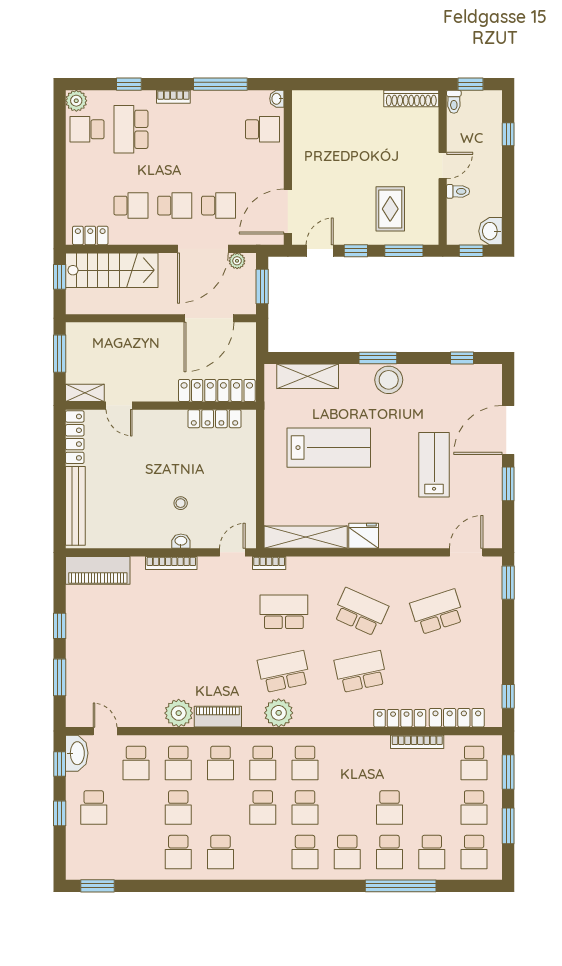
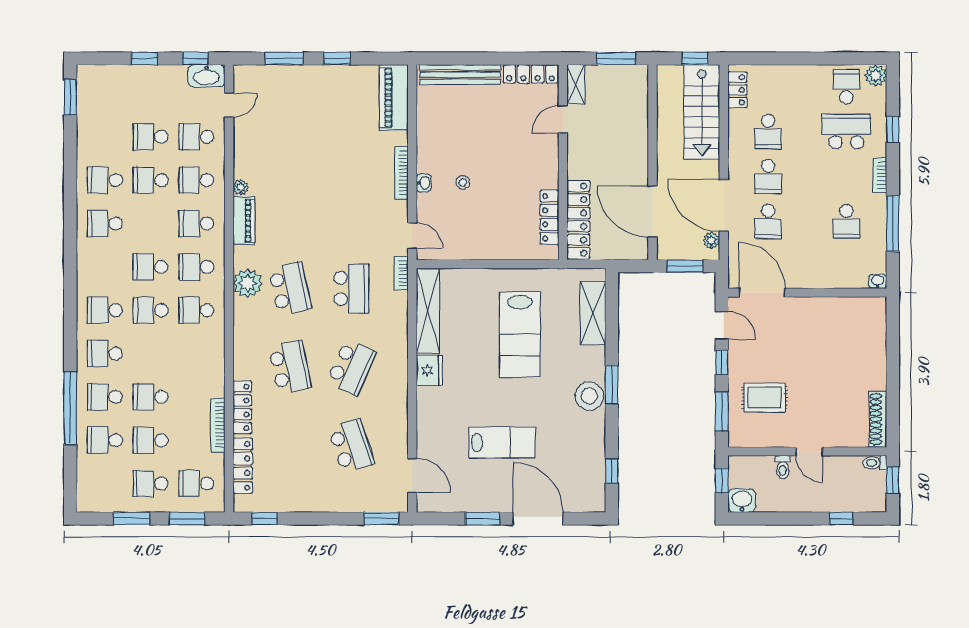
school desk: (262, 129) -> (846, 221), moved
plant: (179, 713) -> (241, 187), width x0.53, depth x0.53
school desk: (94, 808) -> (151, 137), moved
school desk: (474, 852) -> (151, 440), moved

